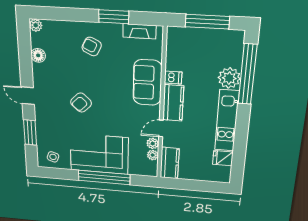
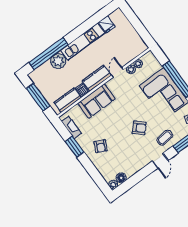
floor lamp: (38, 55) -> (121, 178), moved
coffee table: (50, 119) -> (165, 138), added
door: (161, 128) -> (118, 72), swing flipped
kitchen counter: (170, 163) -> (68, 100), moved

